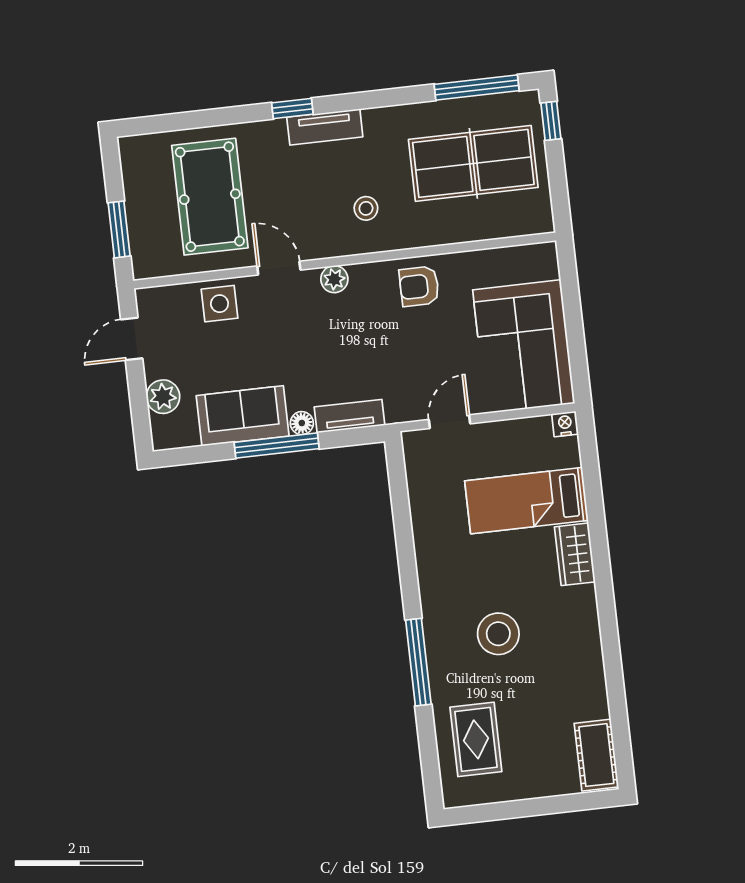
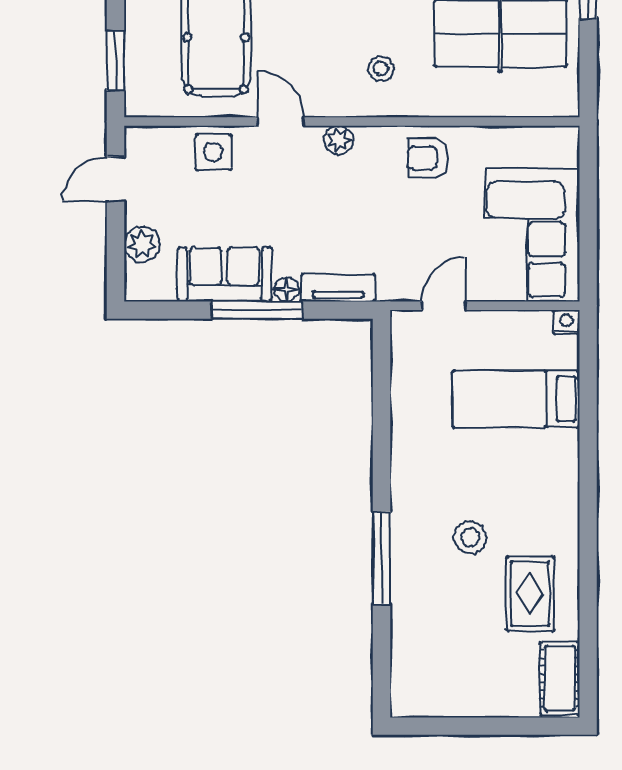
wardrobe: (575, 554) -> (561, 462), removed
stool: (498, 634) -> (470, 537), width x0.73, depth x0.73
rug: (476, 739) -> (530, 594), moved

